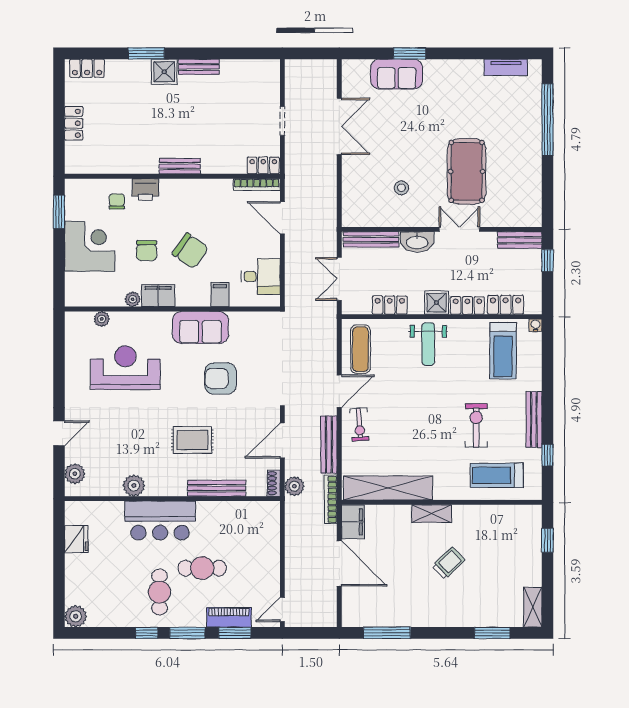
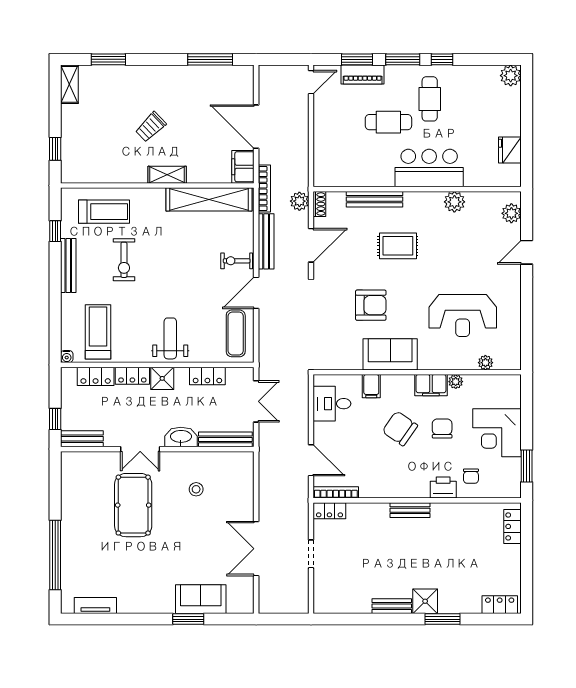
locker: (74, 123) -> (513, 526), moved
exercise bike: (359, 424) -> (237, 261), turned -86

